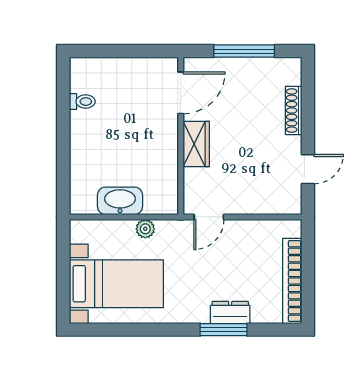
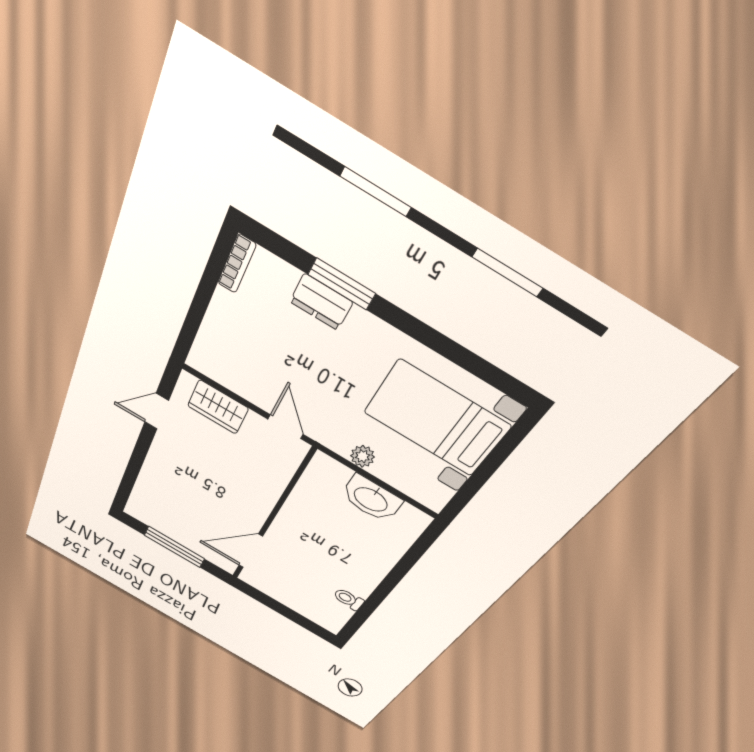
shoe rack: (294, 110) -> (149, 473), removed
wardrobe: (196, 144) -> (218, 407), moved, turned -90
door: (209, 217) -> (286, 427), hinge flipped
bookcase: (292, 281) -> (237, 264), width x0.43, depth x0.76

